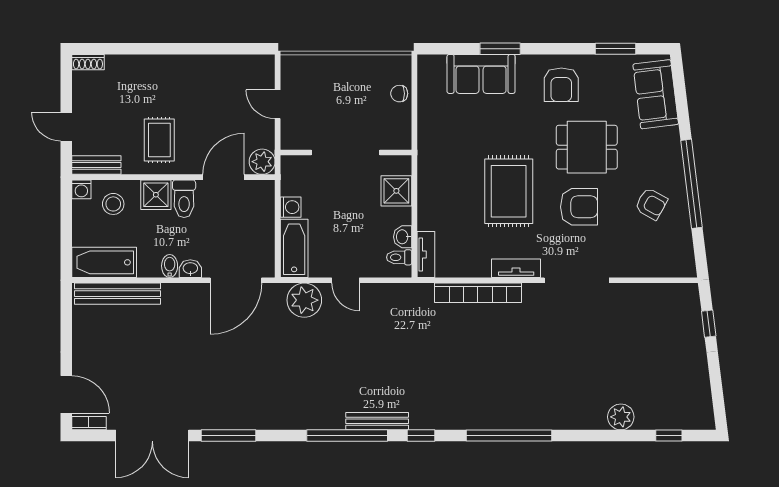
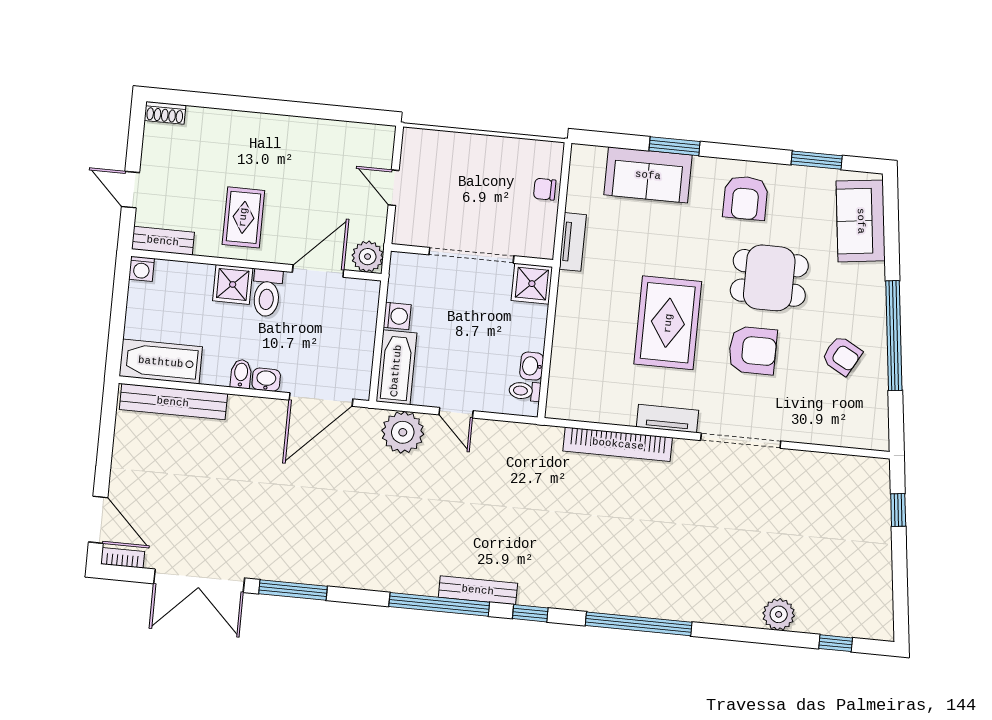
shower: (396, 191) -> (532, 284), moved
stool: (113, 204) -> (179, 291), removed
tv unit: (426, 254) -> (573, 242), moved

